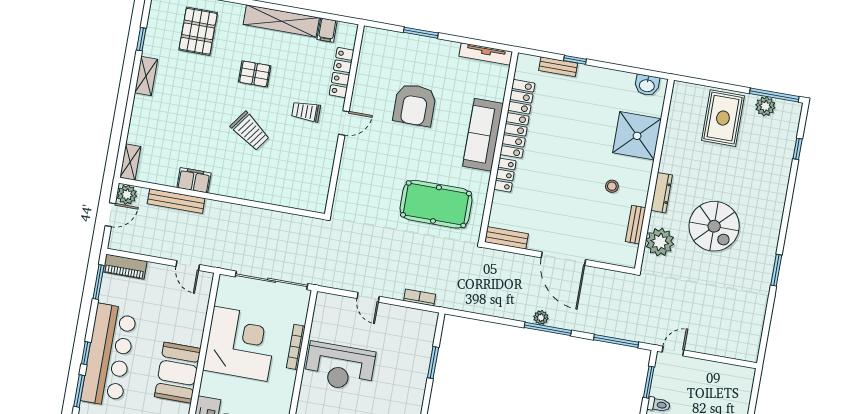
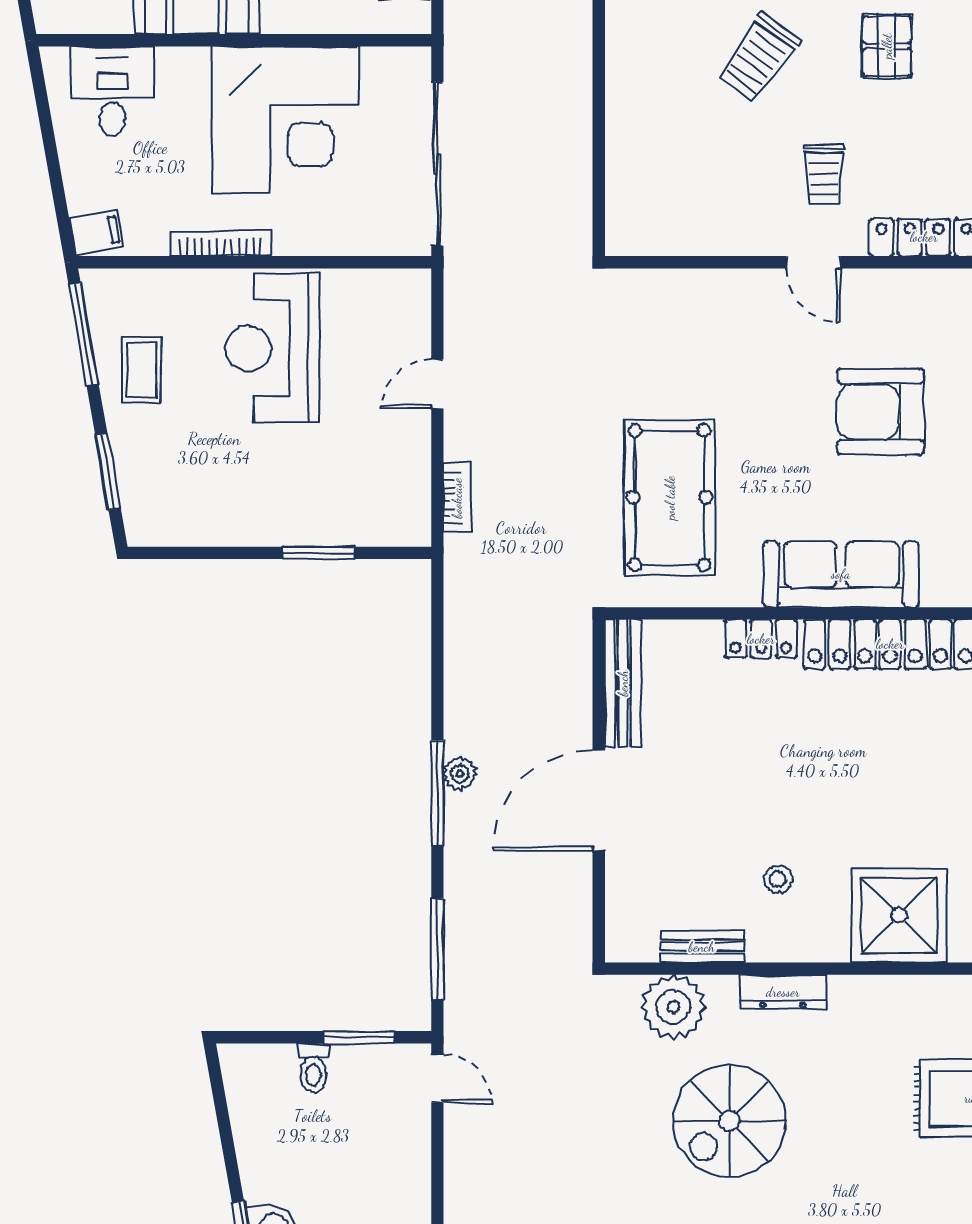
trolley: (306, 112) -> (824, 174), turned 180
bench: (506, 238) -> (623, 683), width x1.36
bookcase: (296, 347) -> (221, 243), moved

